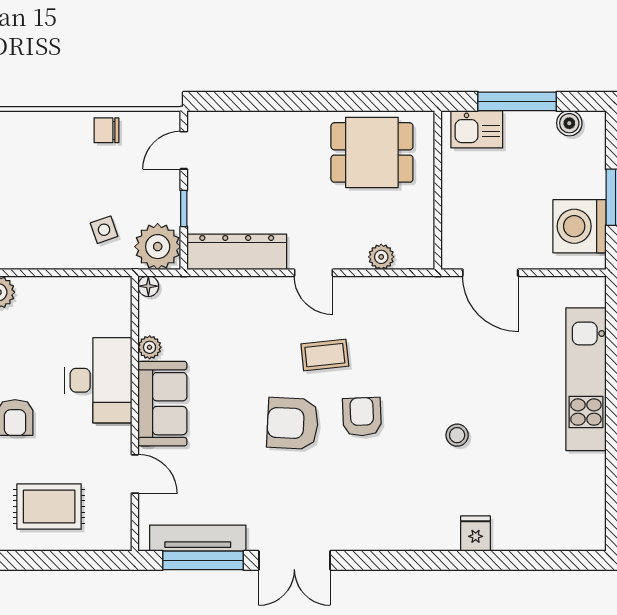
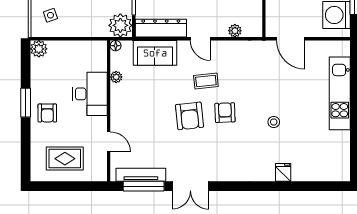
side table: (104, 230) -> (50, 15), moved
sofa: (162, 404) -> (155, 53), moved, turned 90
armchair: (293, 423) -> (190, 116), turned -99

